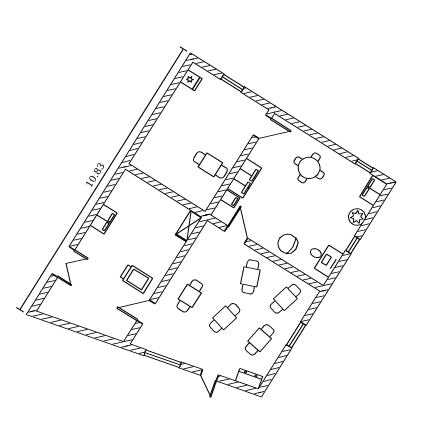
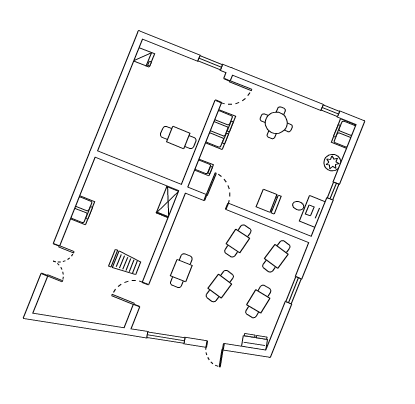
window: (232, 83) -> (210, 63), moved
filing cabinet: (244, 178) -> (220, 129), moved
cafe table: (250, 277) -> (238, 241), turned 33

